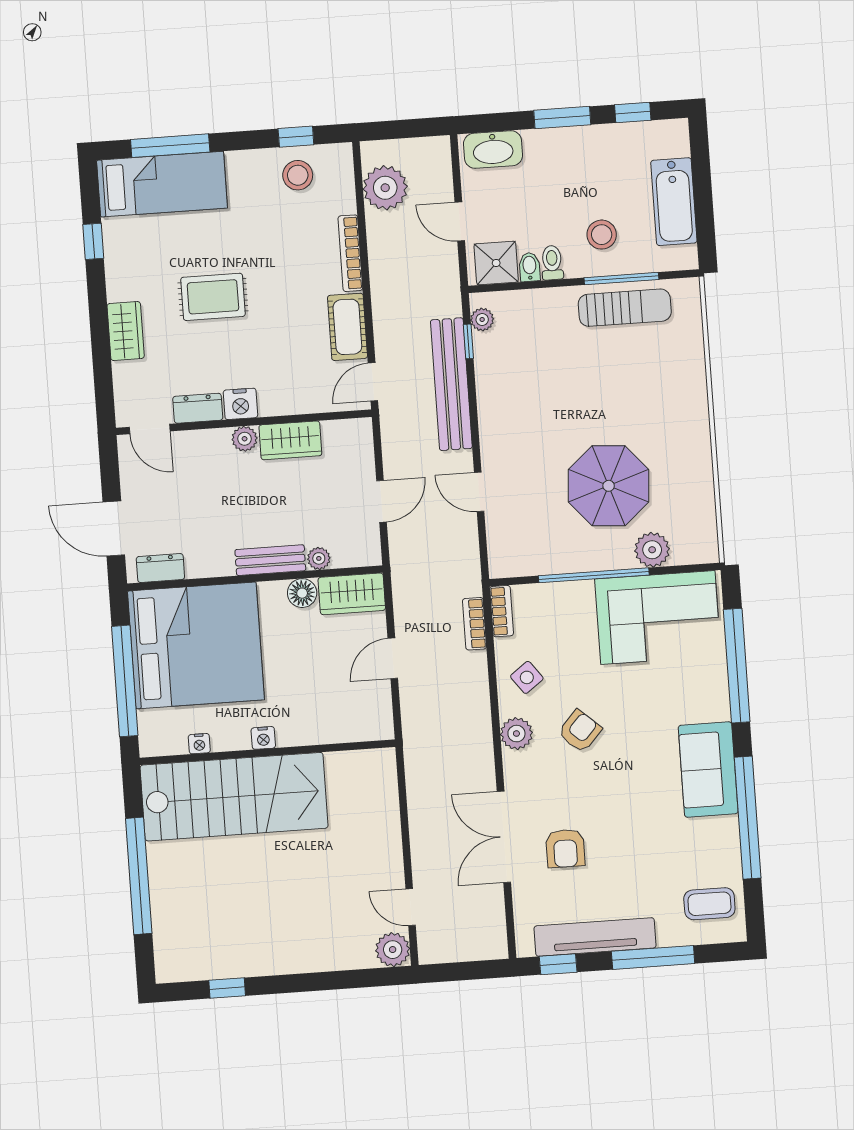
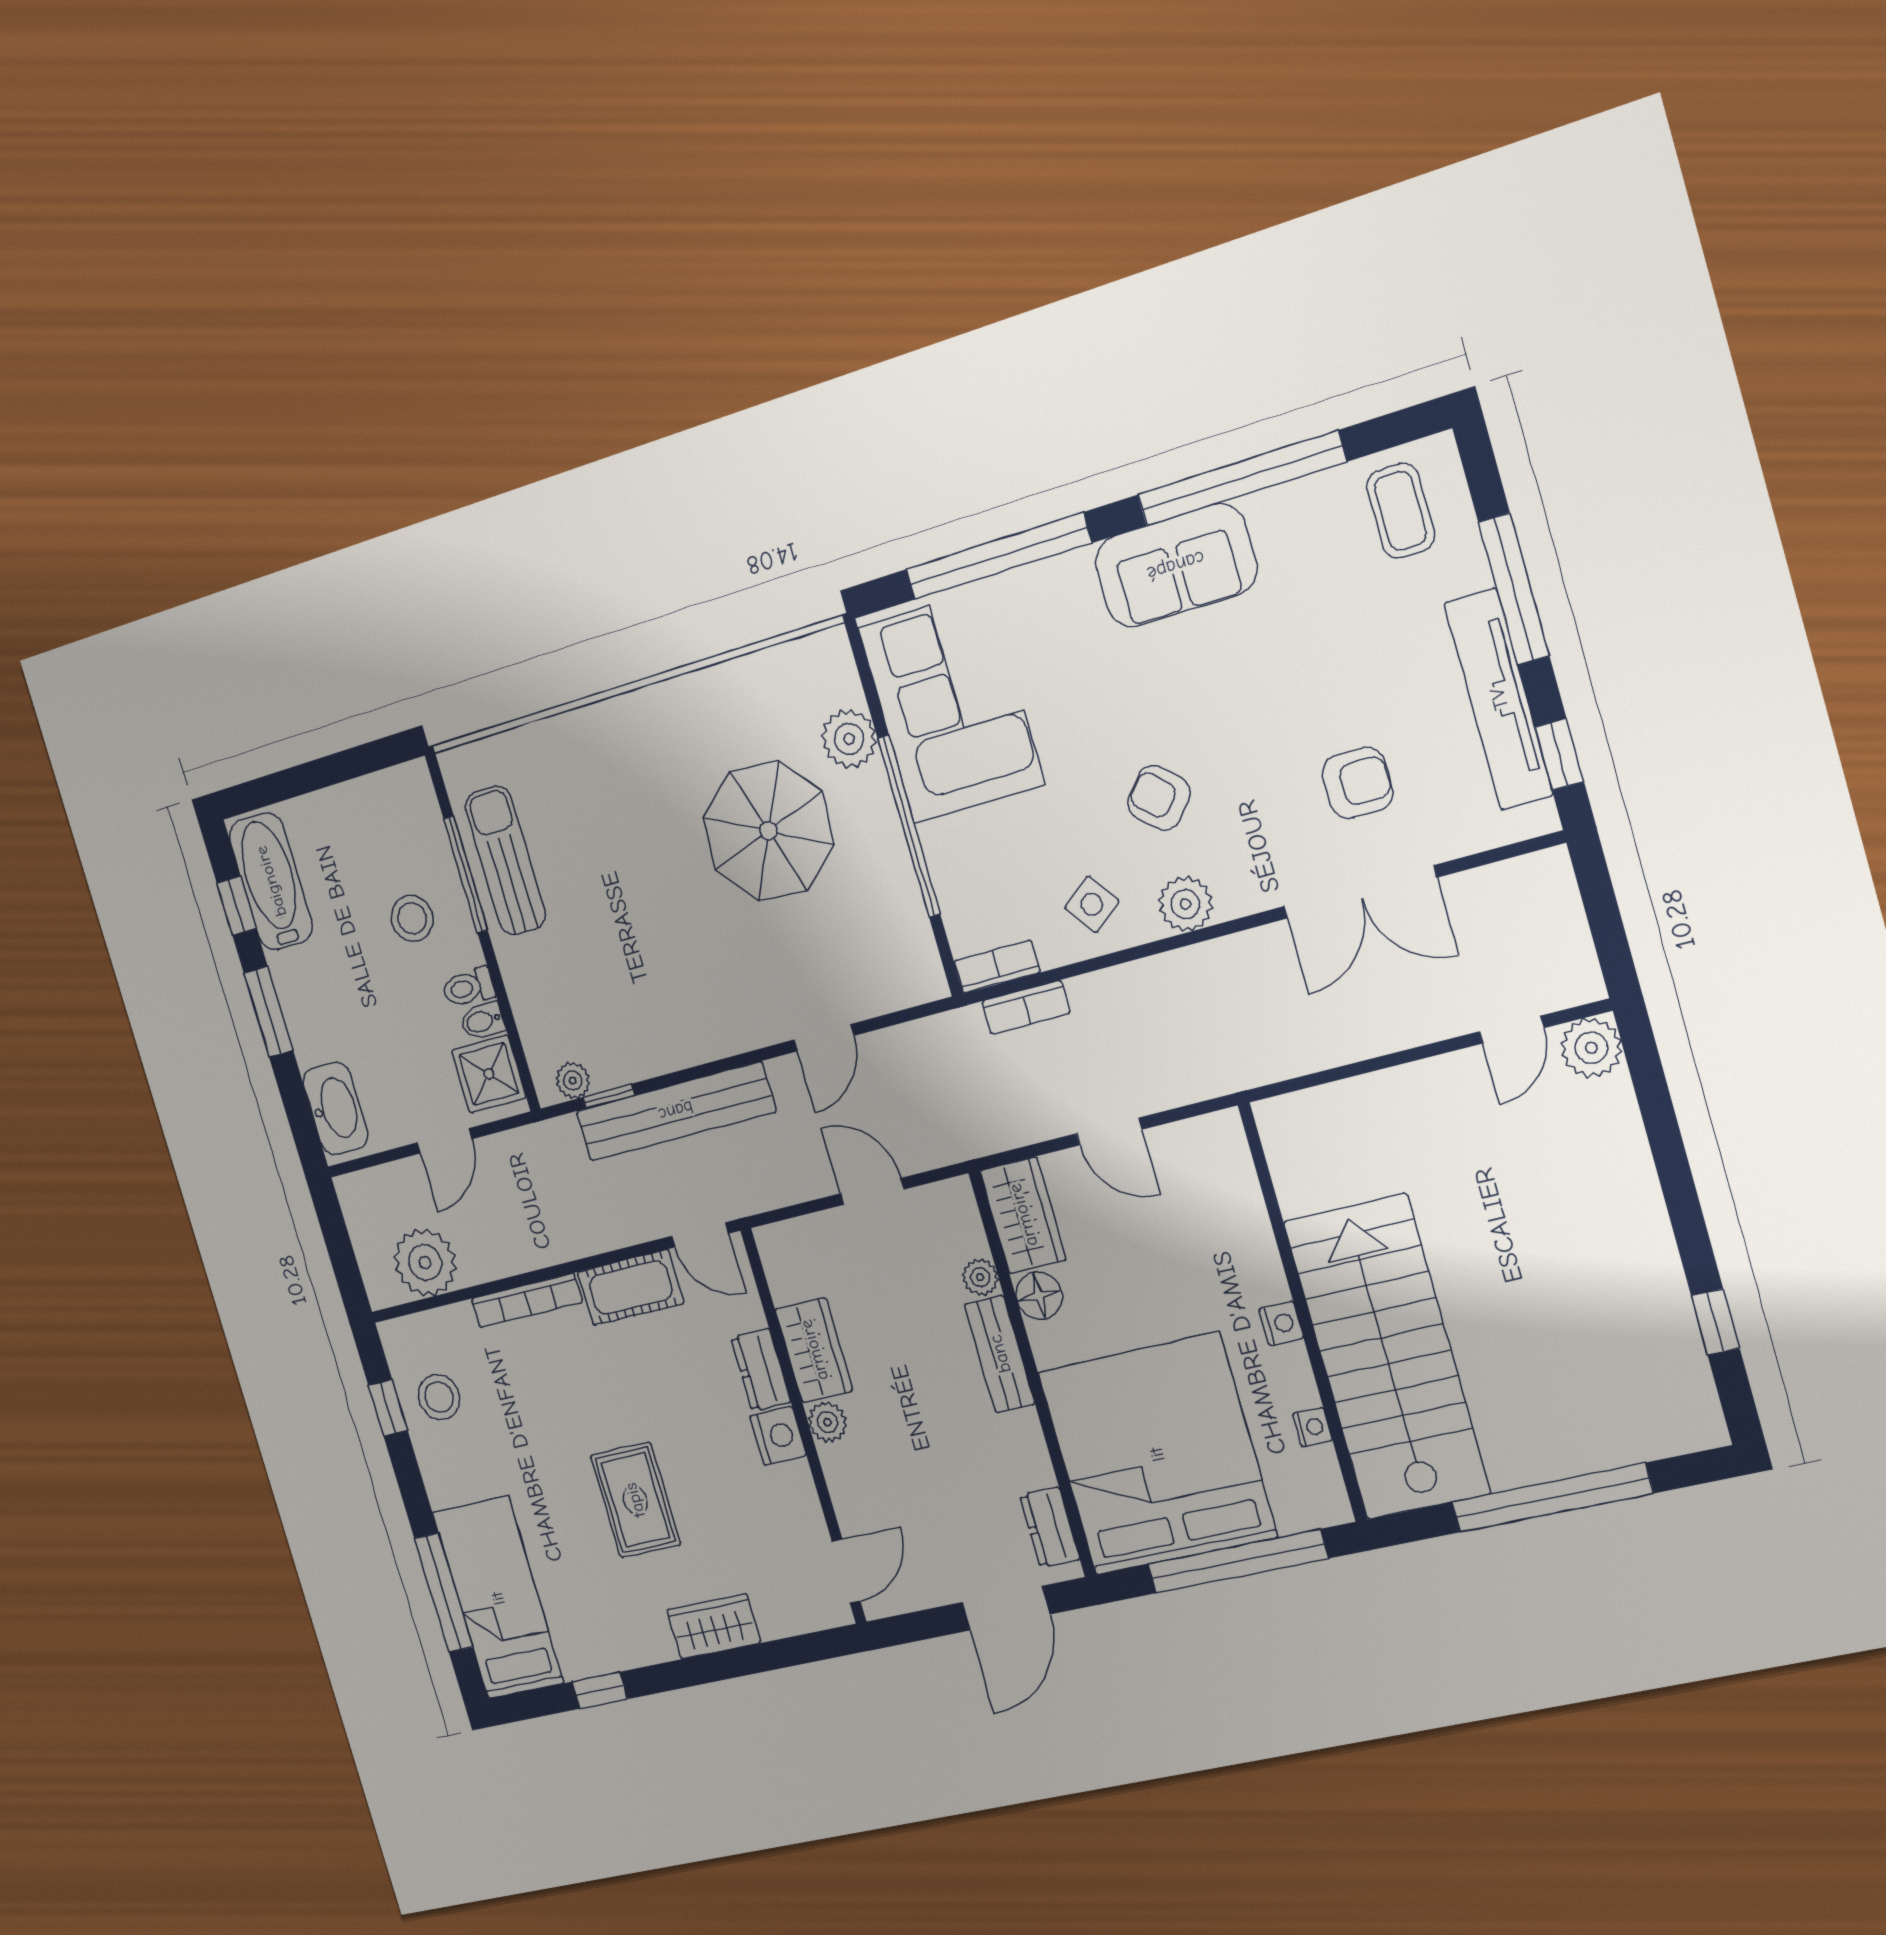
bathtub: (674, 202) -> (271, 881), moved, turned -90
dresser: (198, 408) -> (761, 1370), moved

